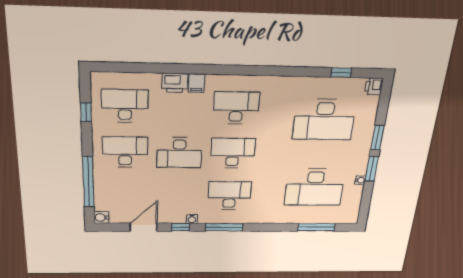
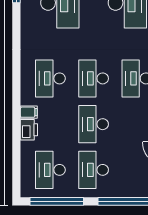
window: (86, 112) -> (57, 201), width x3.17
desk: (179, 153) -> (94, 124), turned 180

